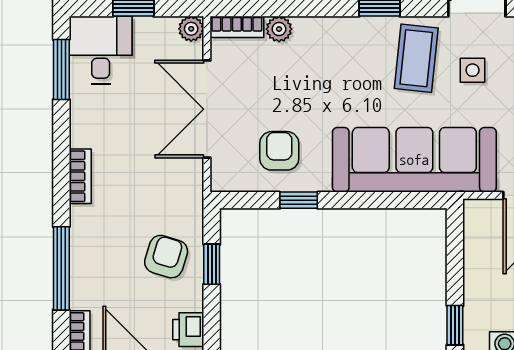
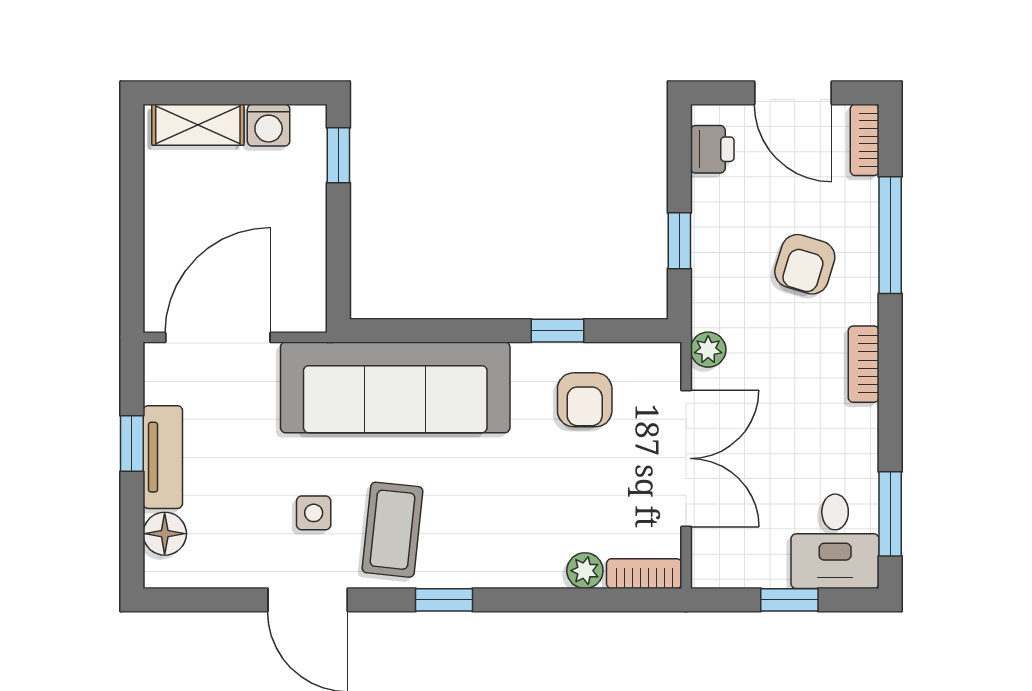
plant: (191, 29) -> (708, 350), moved
armchair: (166, 257) -> (805, 264), moved

